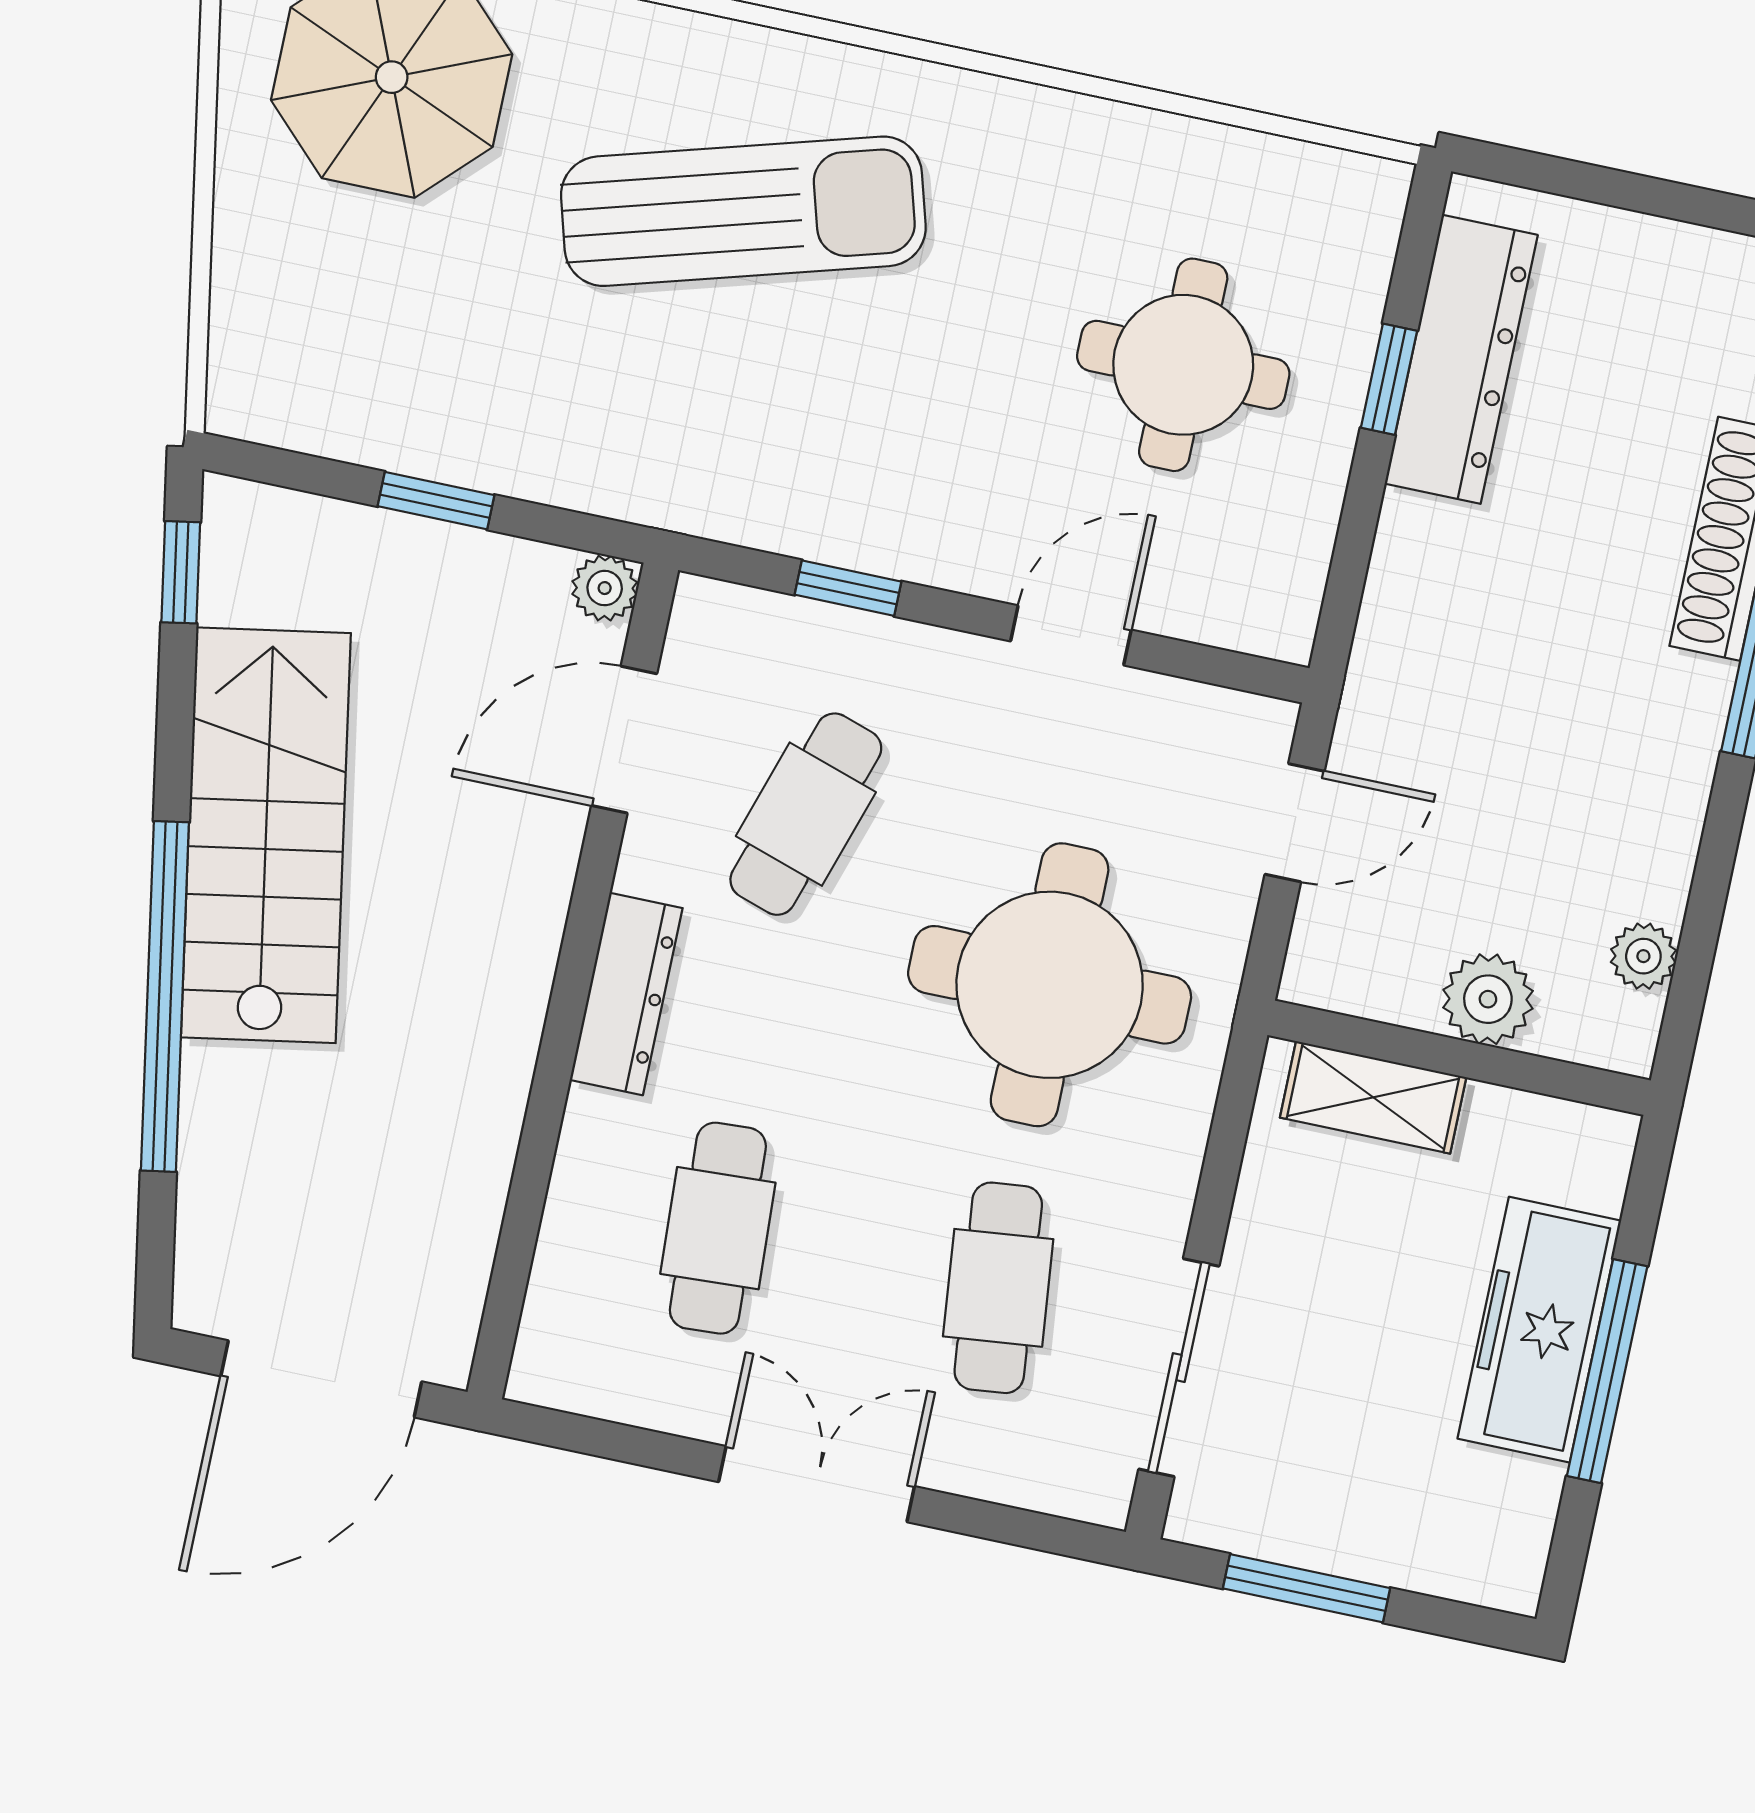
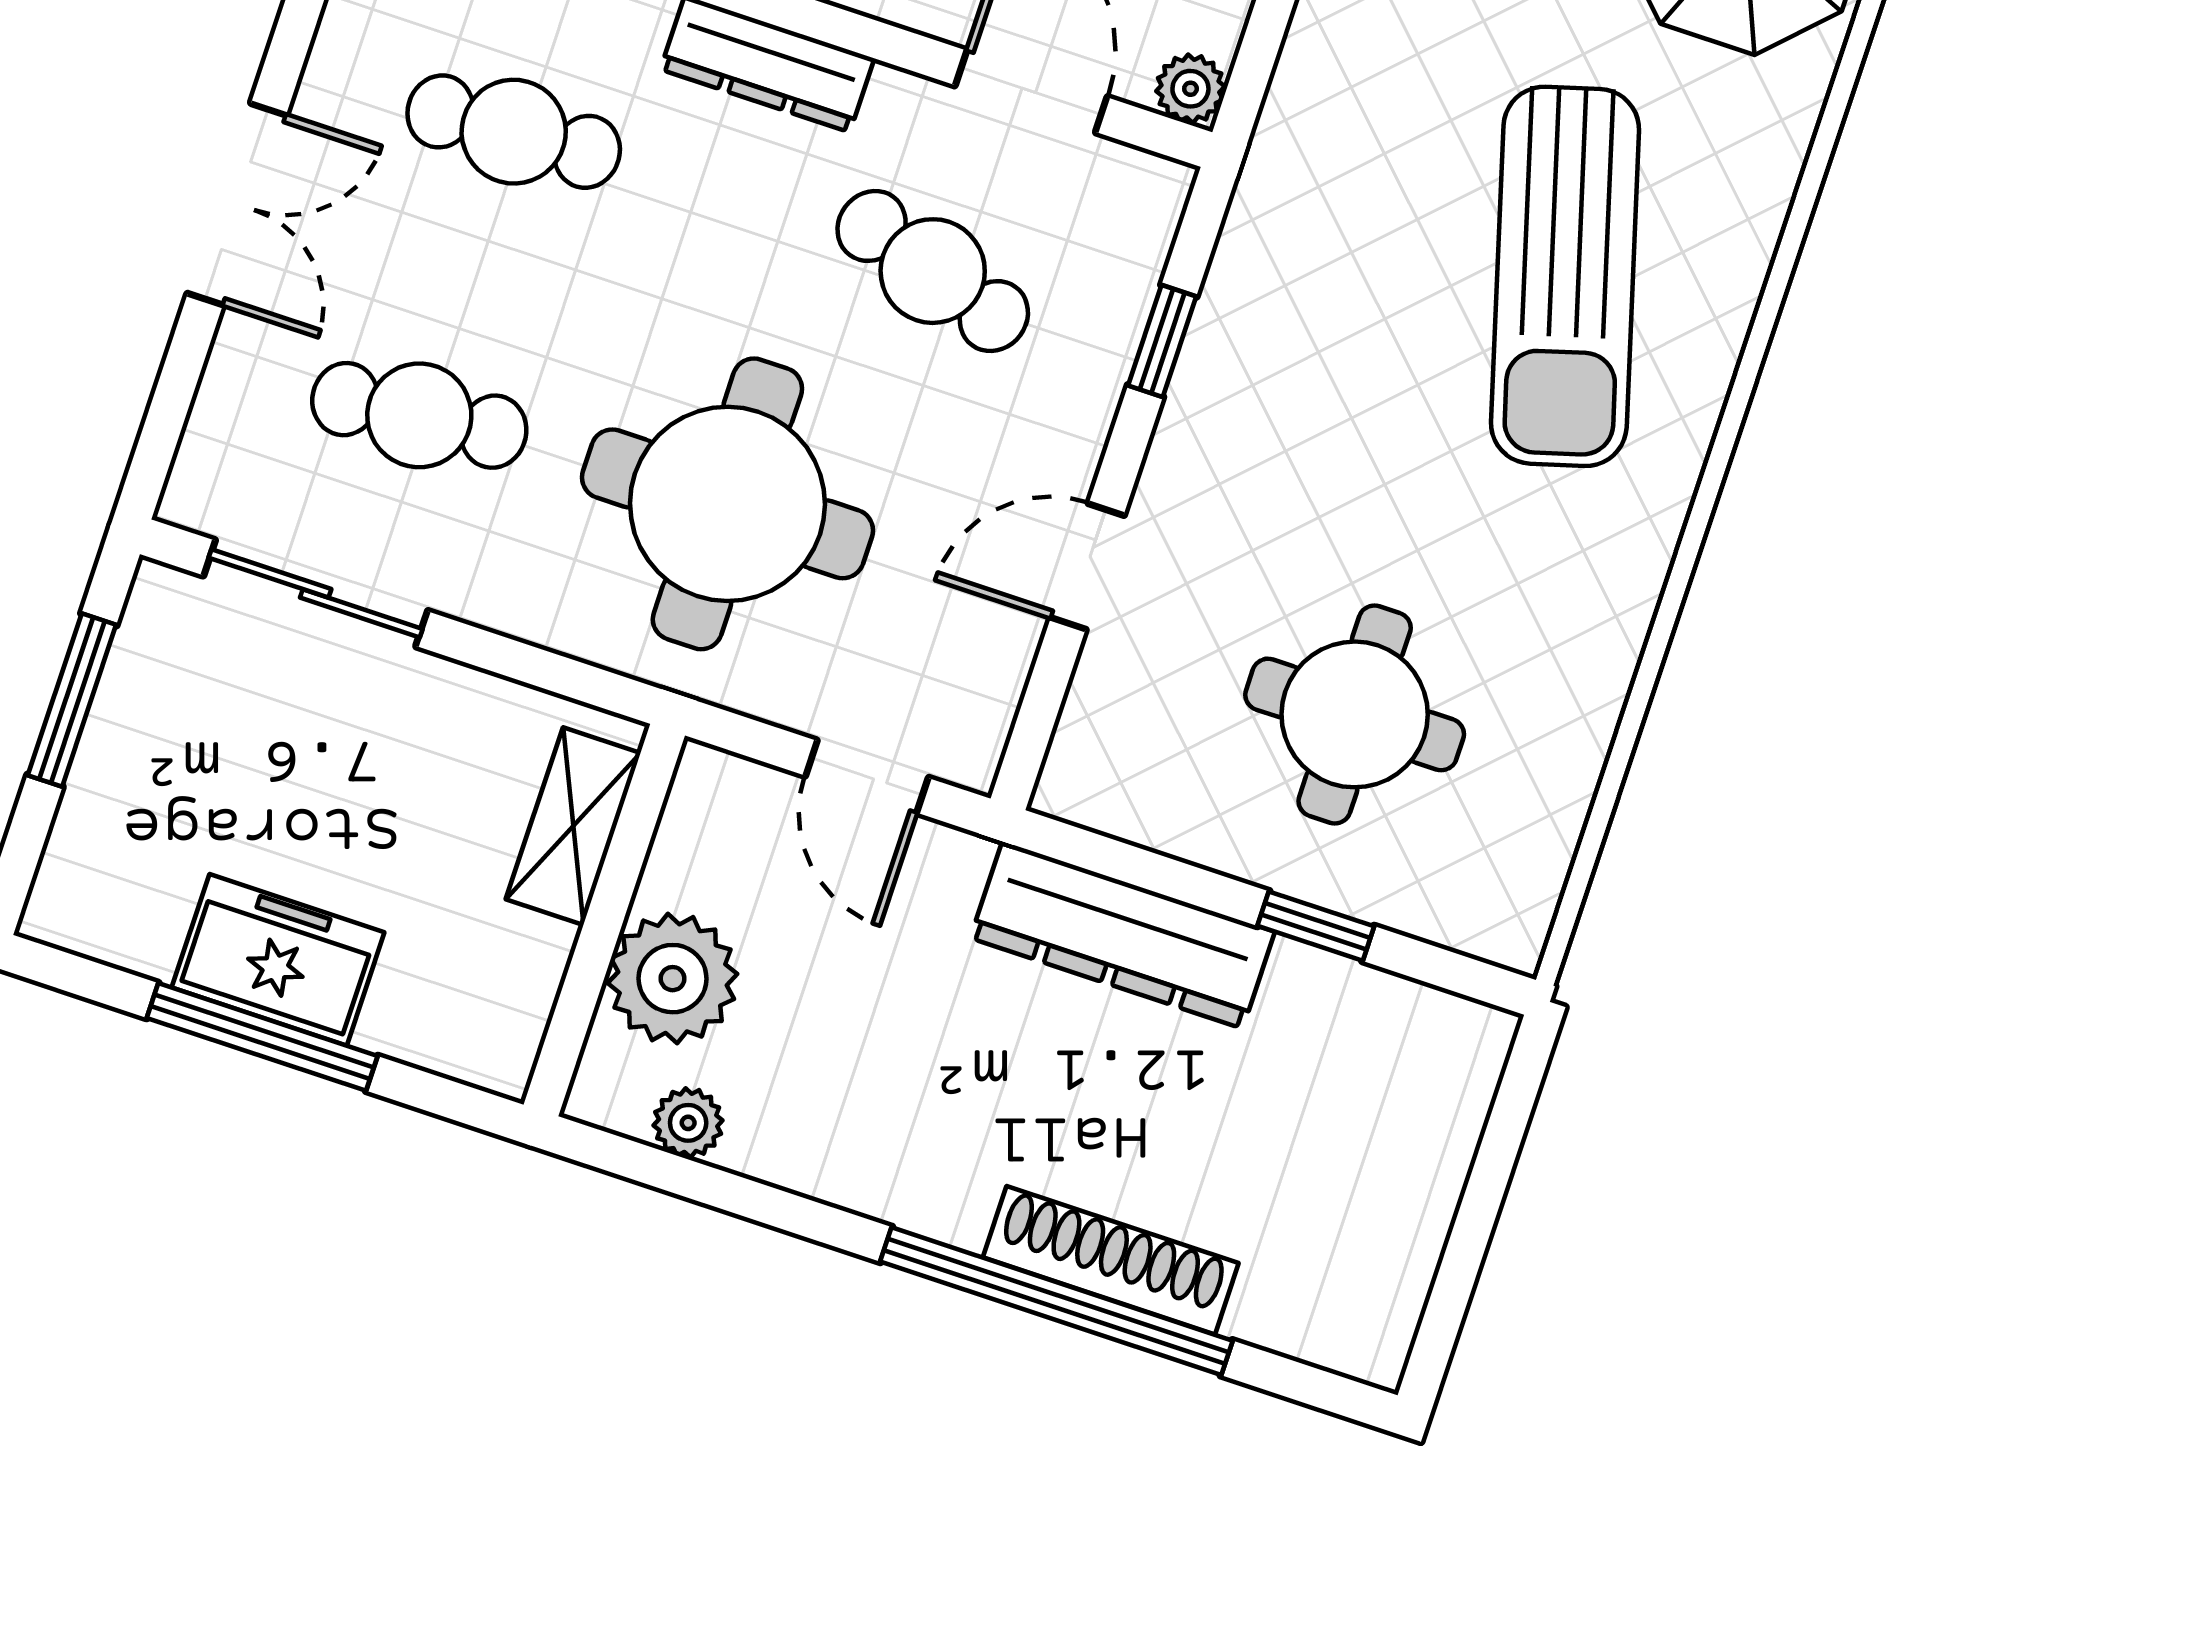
dresser: (1461, 359) -> (1122, 935), moved
door: (1071, 635) -> (1087, 567), swing flipped
plant: (1488, 999) -> (673, 979), width x1.36, depth x1.36
freezer: (1539, 1330) -> (278, 960), width x0.71

